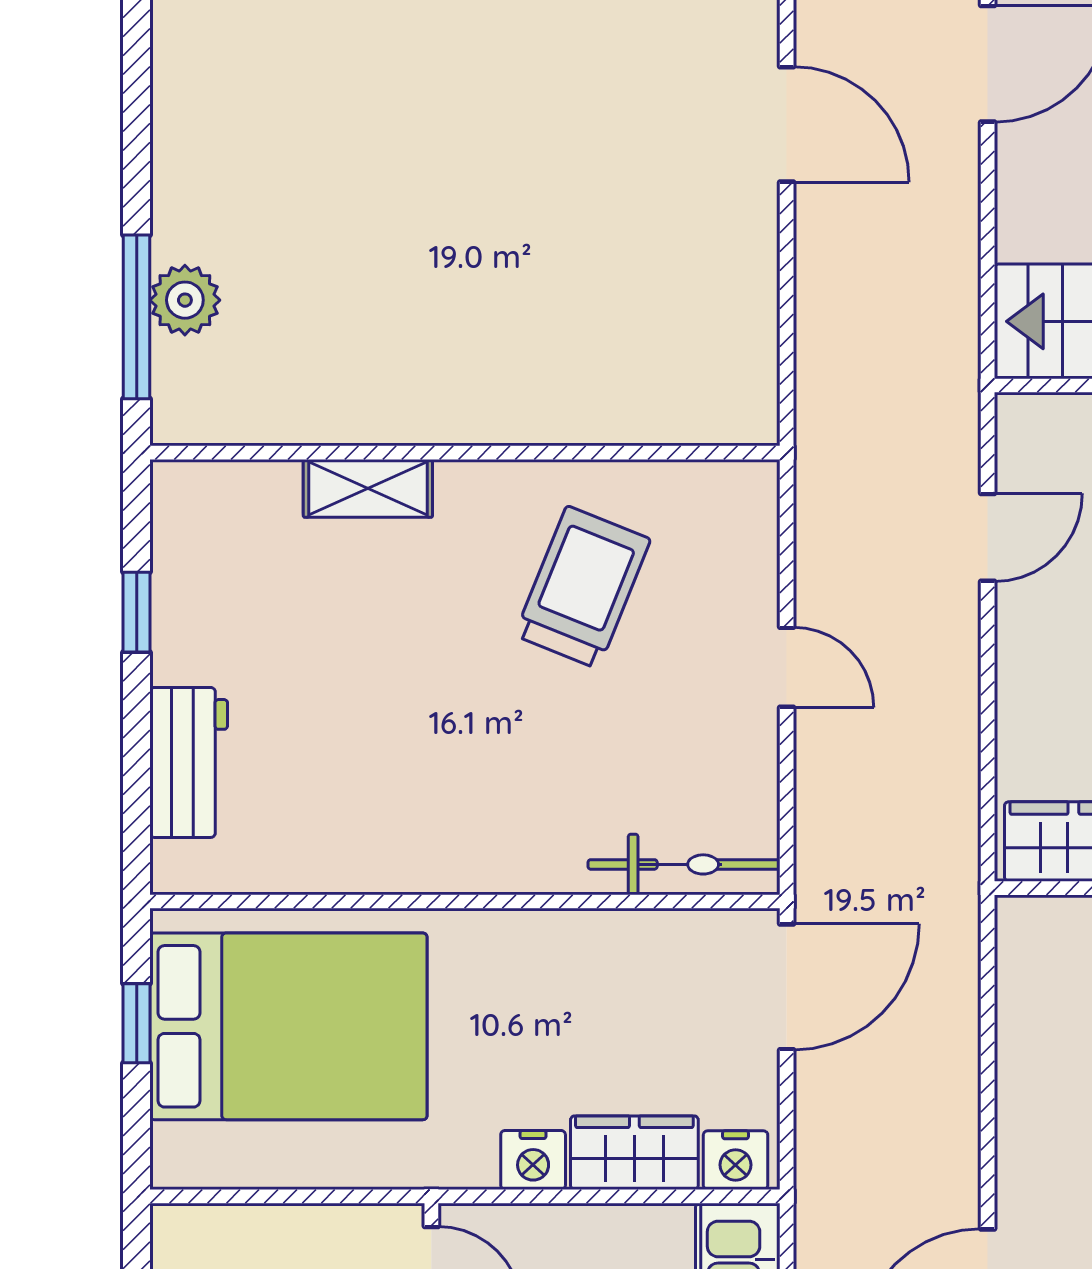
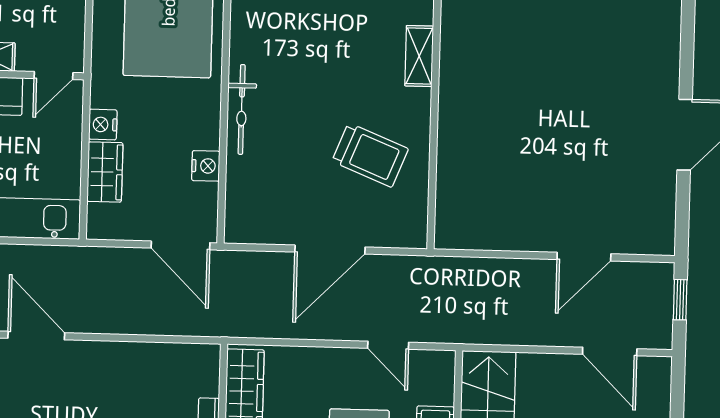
door: (787, 667) -> (330, 250), width x1.87
bicycle: (684, 864) -> (242, 109), moved
nightstand: (736, 1160) -> (206, 166), moved, turned 180

